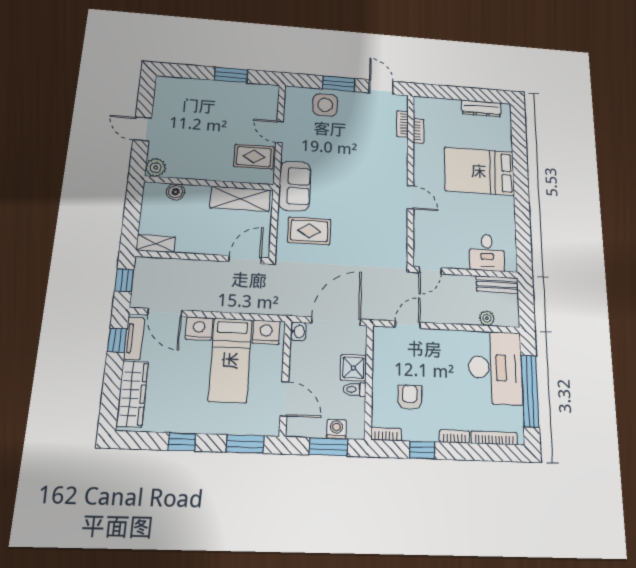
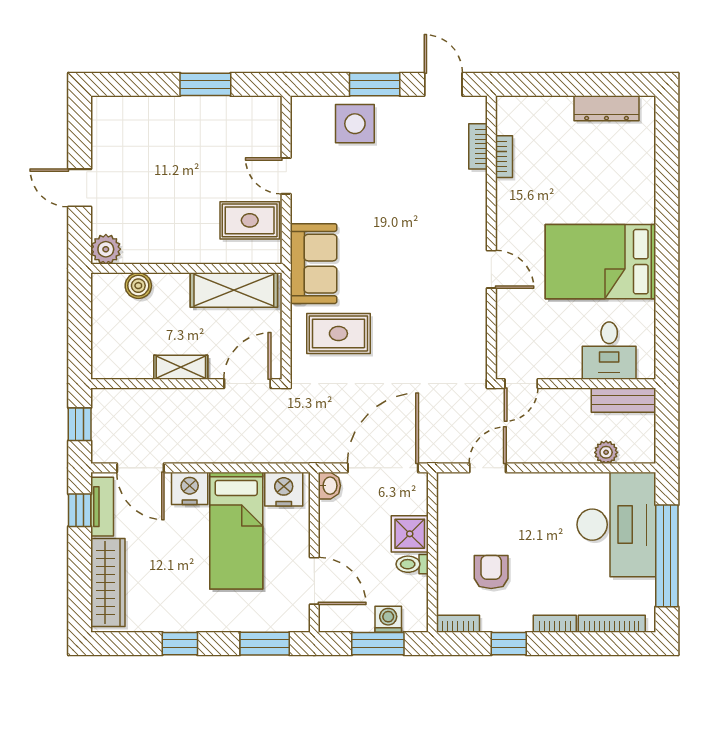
bed: (479, 171) -> (601, 262), moved
shelving: (156, 244) -> (181, 367), moved

